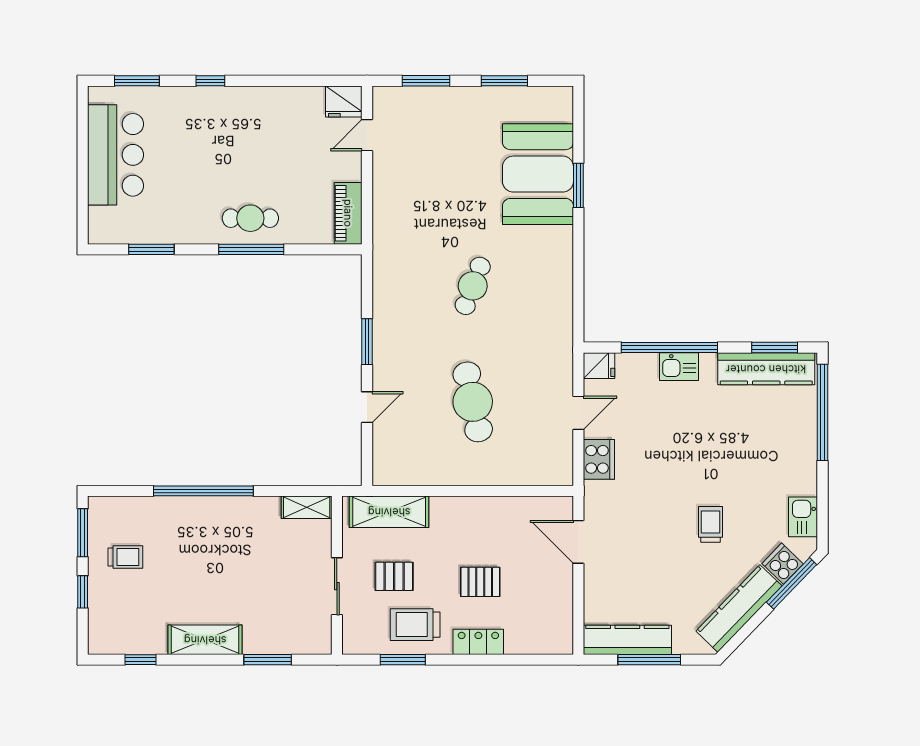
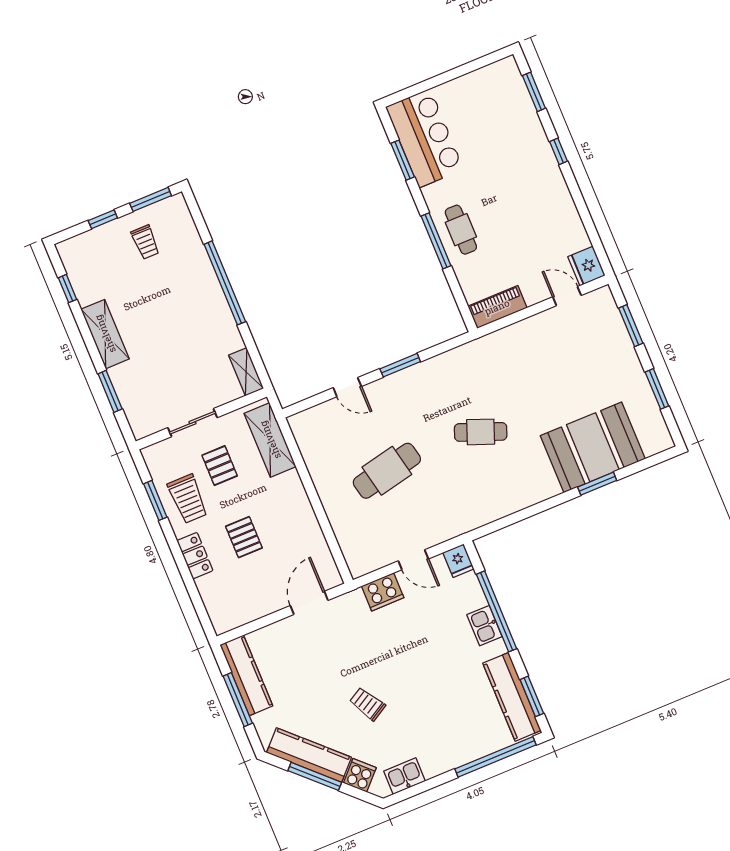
bar counter: (116, 155) -> (425, 138), moved, turned -90
trolley: (710, 524) -> (367, 704), turned -120
window: (792, 583) -> (315, 776), moved
trolley: (415, 625) -> (188, 499), turned 180

